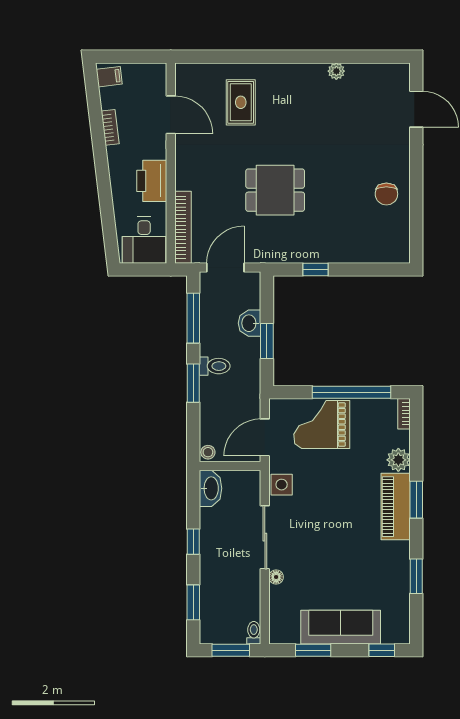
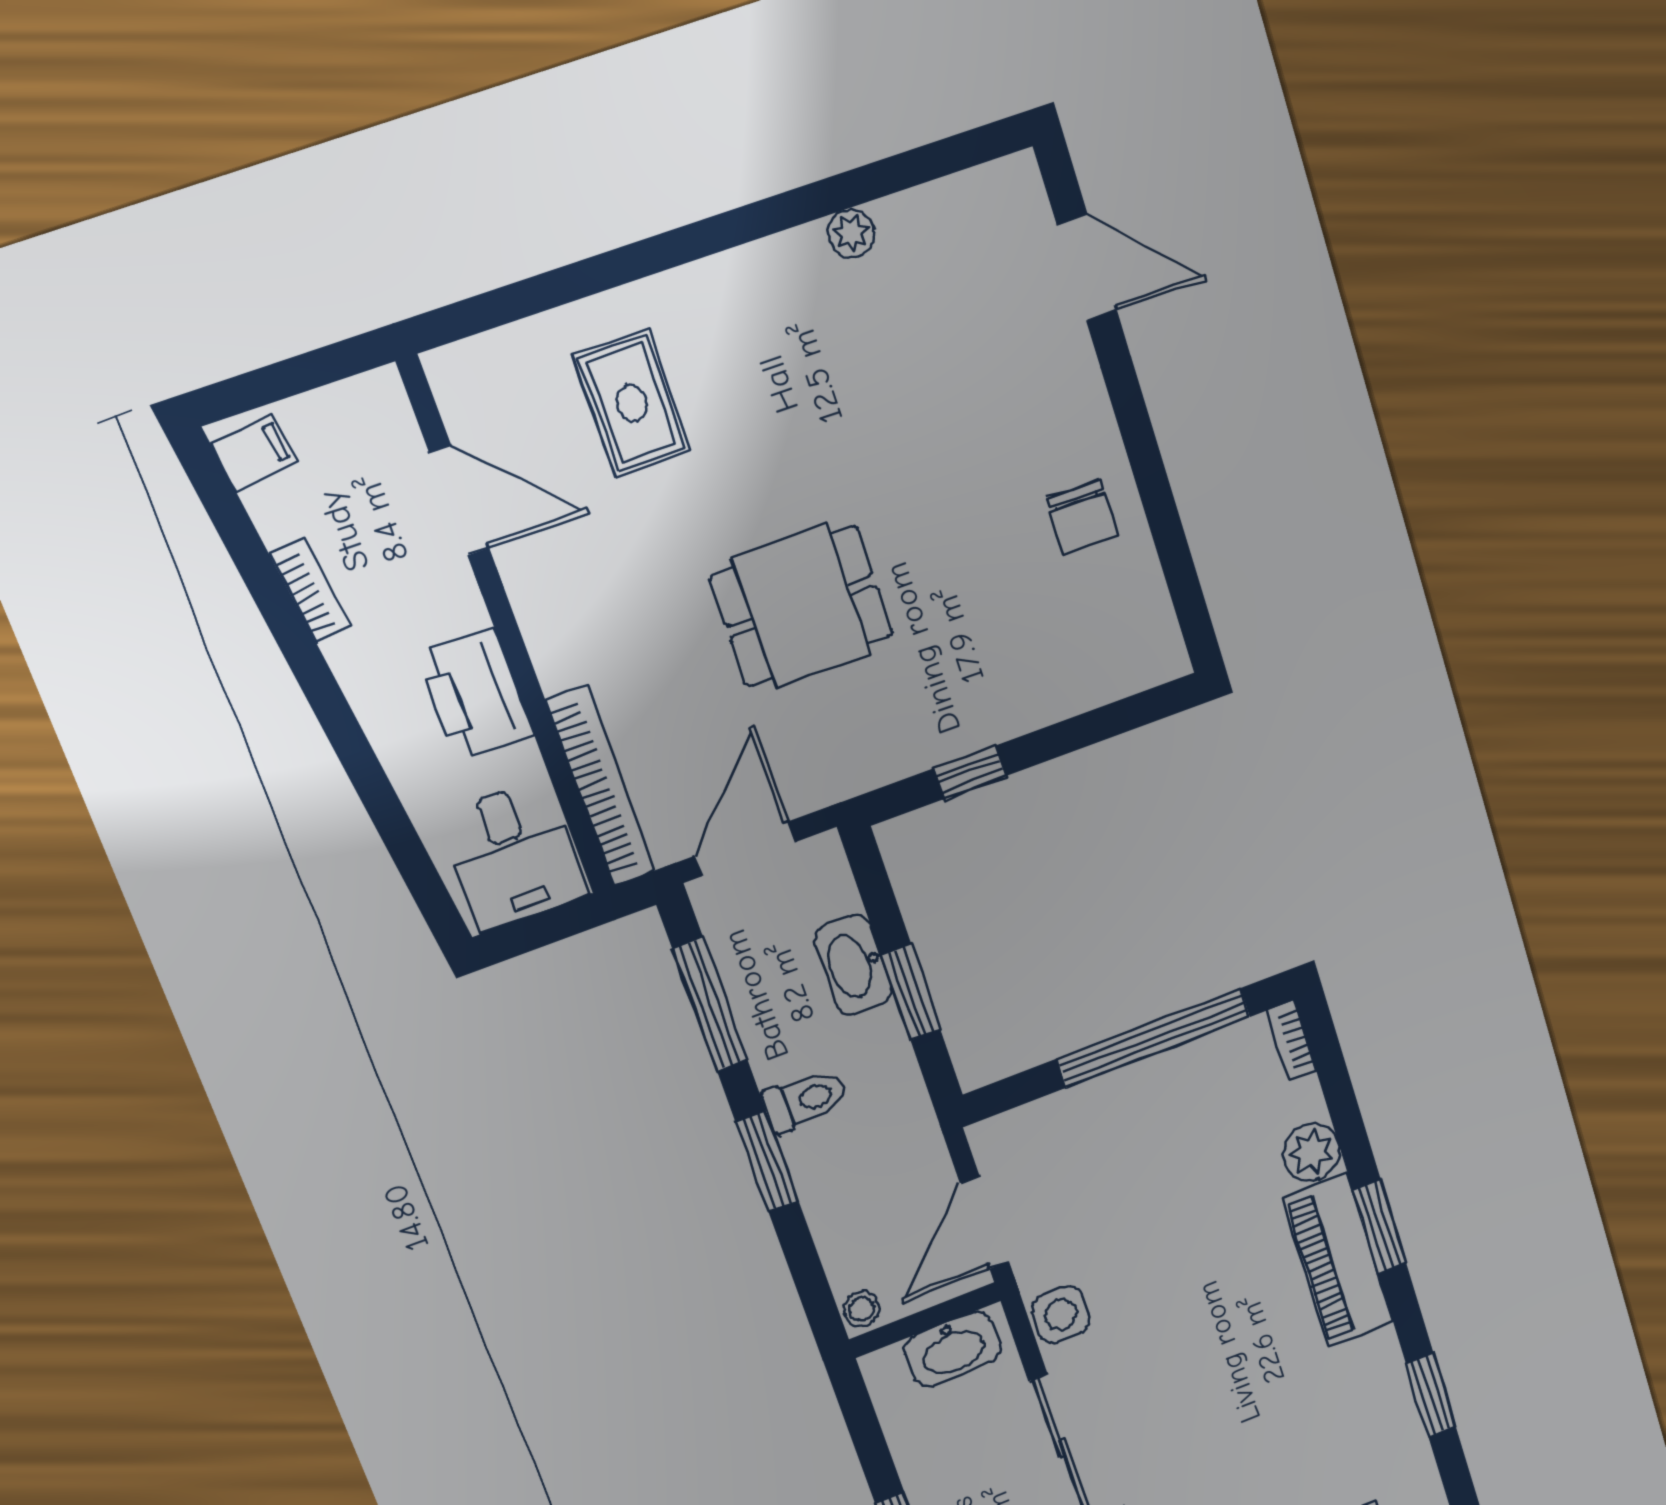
washbasin: (250, 323) -> (854, 965), width x1.38
grand piano: (322, 425) -> (1108, 1140), removed
washbasin: (210, 488) -> (953, 1349), moved, turned 90

